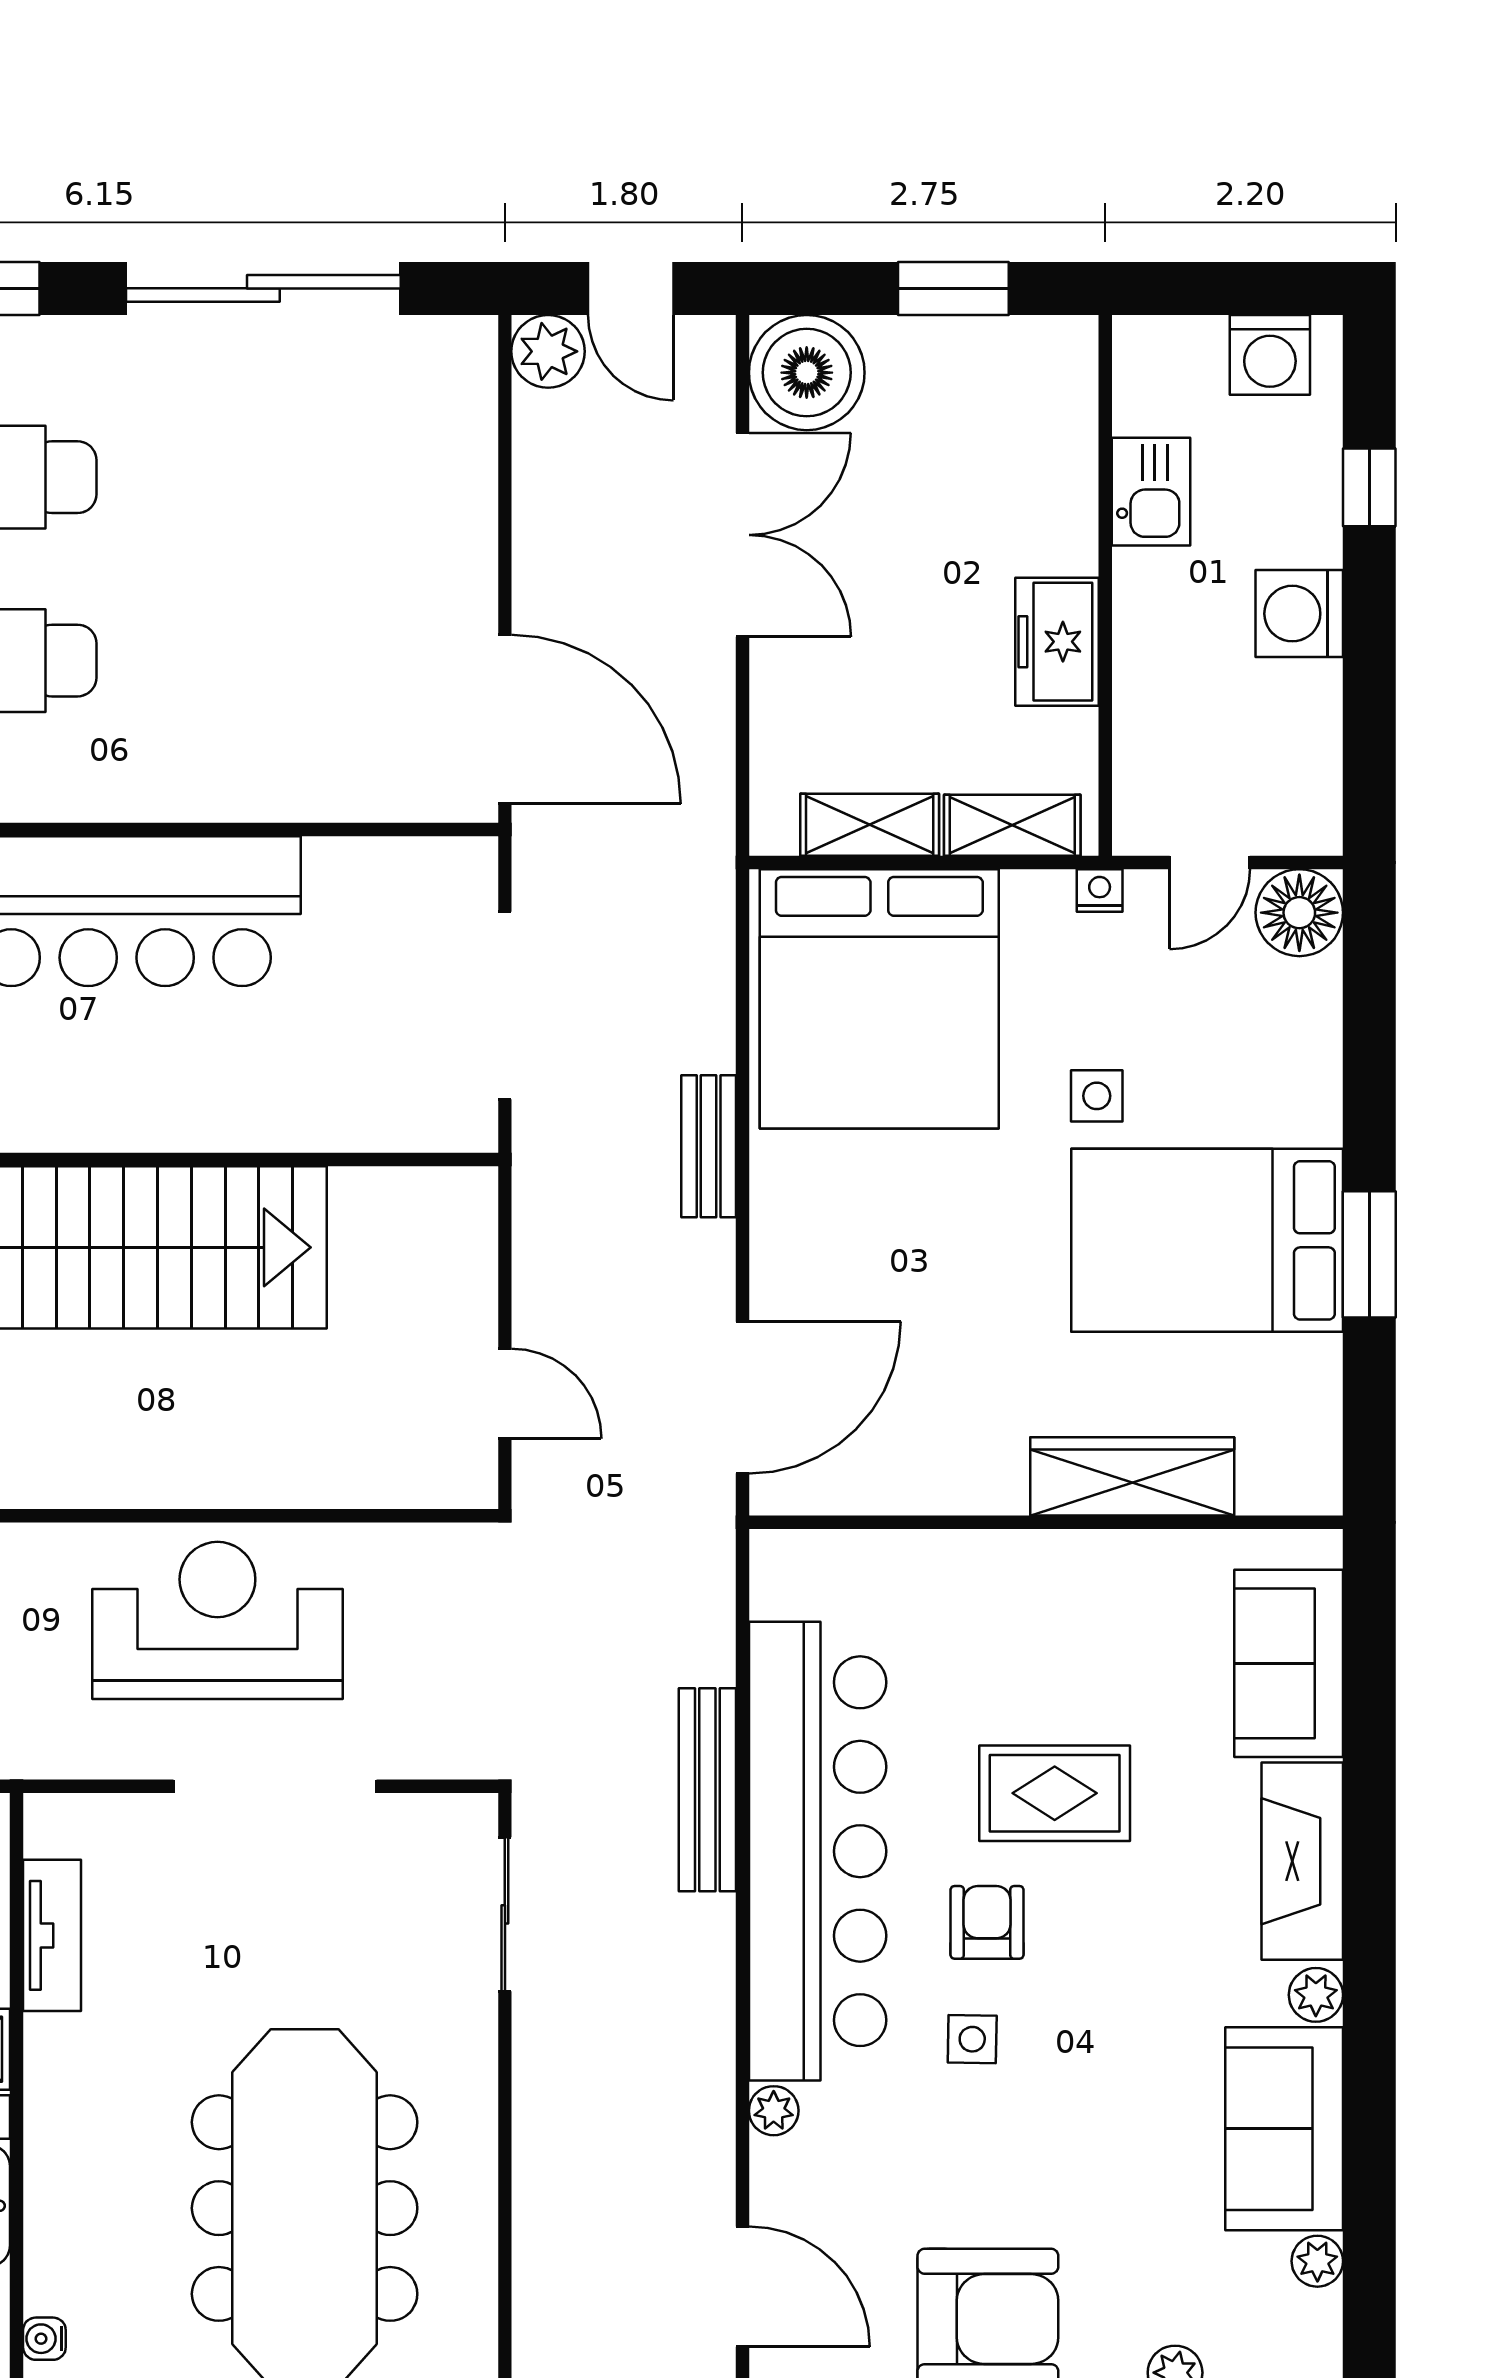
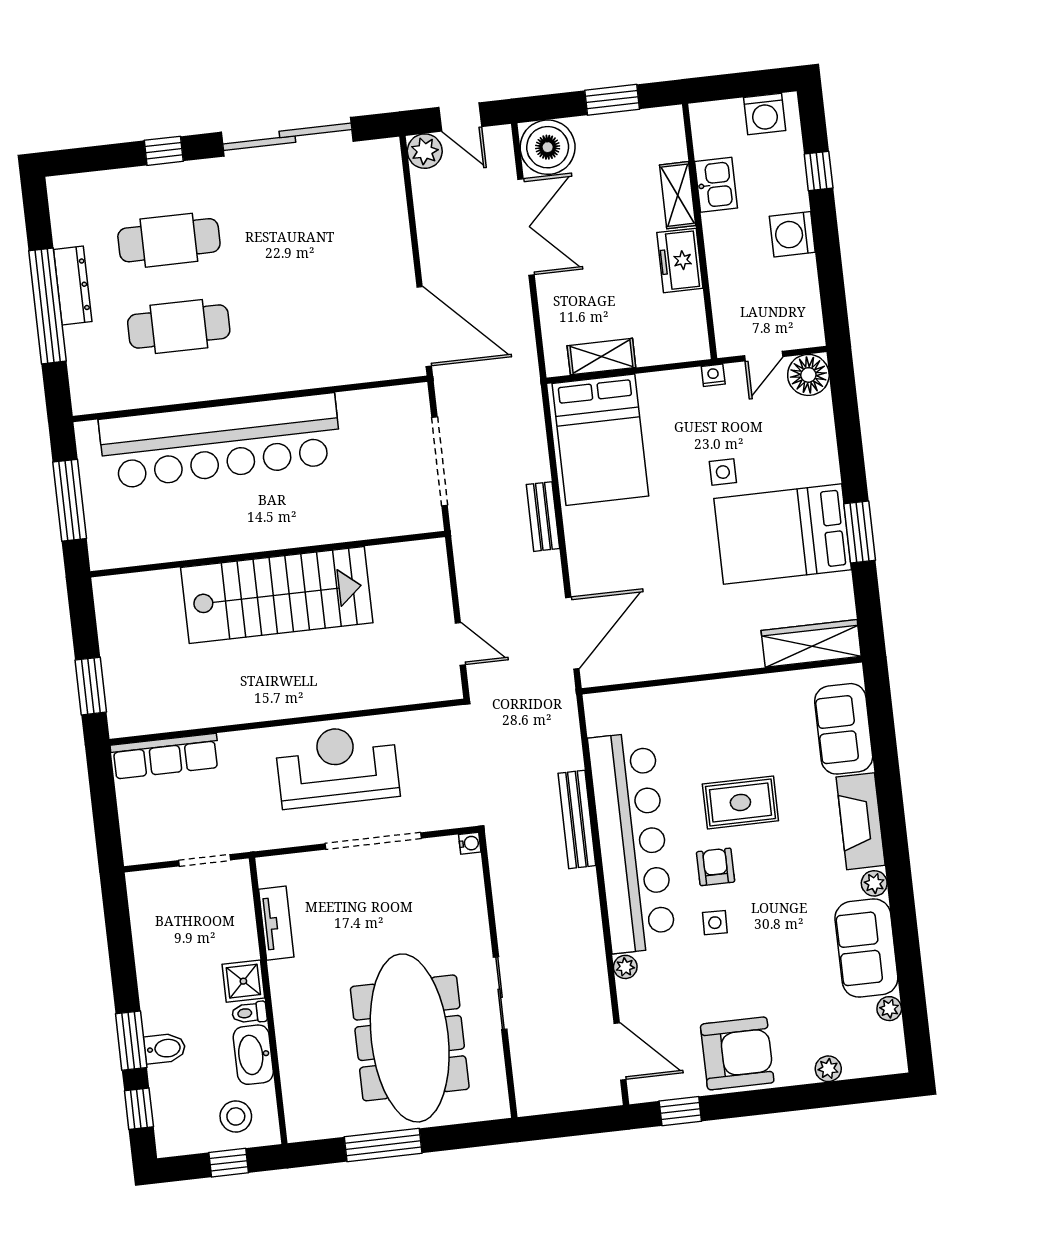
shelving: (1012, 825) -> (678, 195), moved, turned 90
bed: (879, 999) -> (600, 440), width x0.73
wardrobe: (1132, 1476) -> (811, 643), moved
sliding door: (505, 1914) -> (500, 993), moved
water cooler: (44, 2339) -> (470, 843), moved, turned 180

